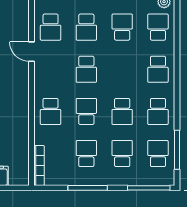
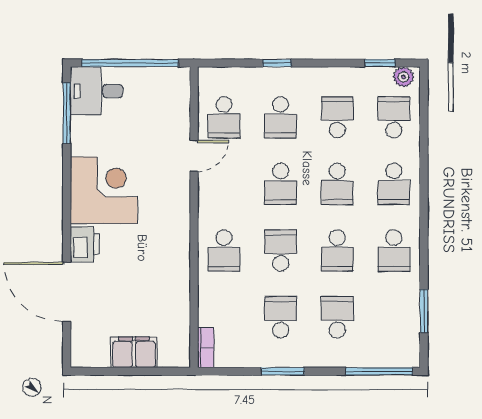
door: (32, 52) -> (194, 156), swing flipped
window: (177, 150) -> (424, 311), width x0.69
school desk: (158, 154) -> (337, 184), moved, turned 180
bookcase: (39, 165) -> (206, 347), width x0.64
window: (88, 188) -> (283, 371), width x0.69

